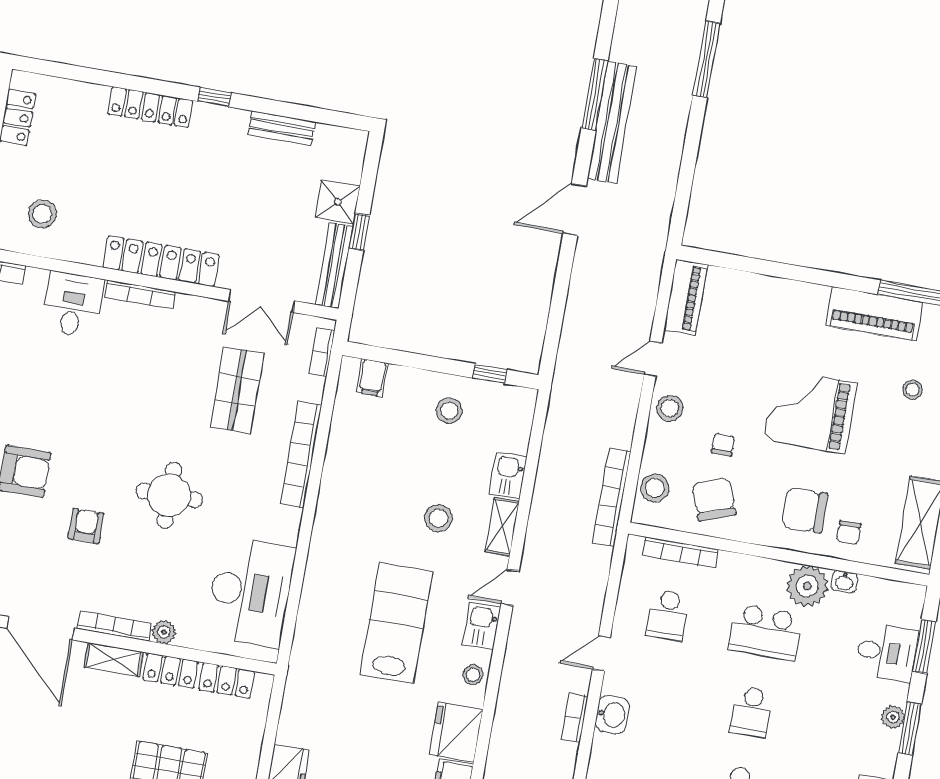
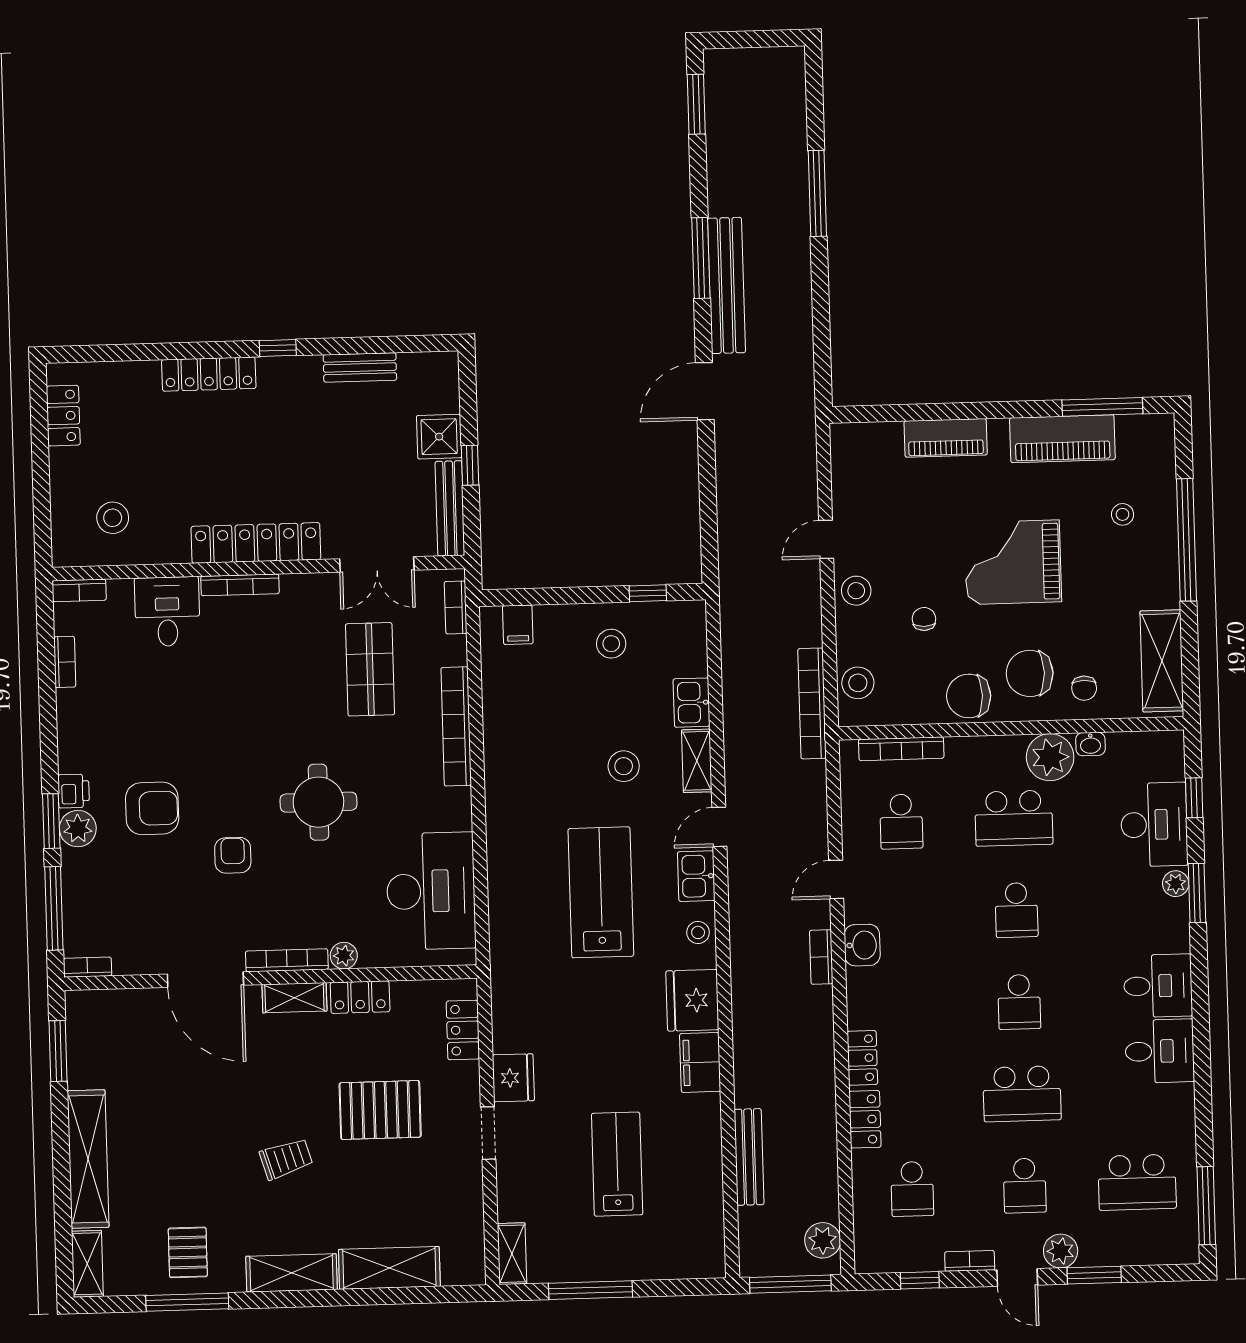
piano: (686, 297) -> (946, 438), moved, turned 90
chair: (714, 499) -> (969, 696), moved, turned -70
window: (924, 646) -> (1194, 798), width x0.67
desk: (887, 653) -> (1154, 825), width x1.37
locker: (227, 680) -> (463, 1030), moved, turned 90

